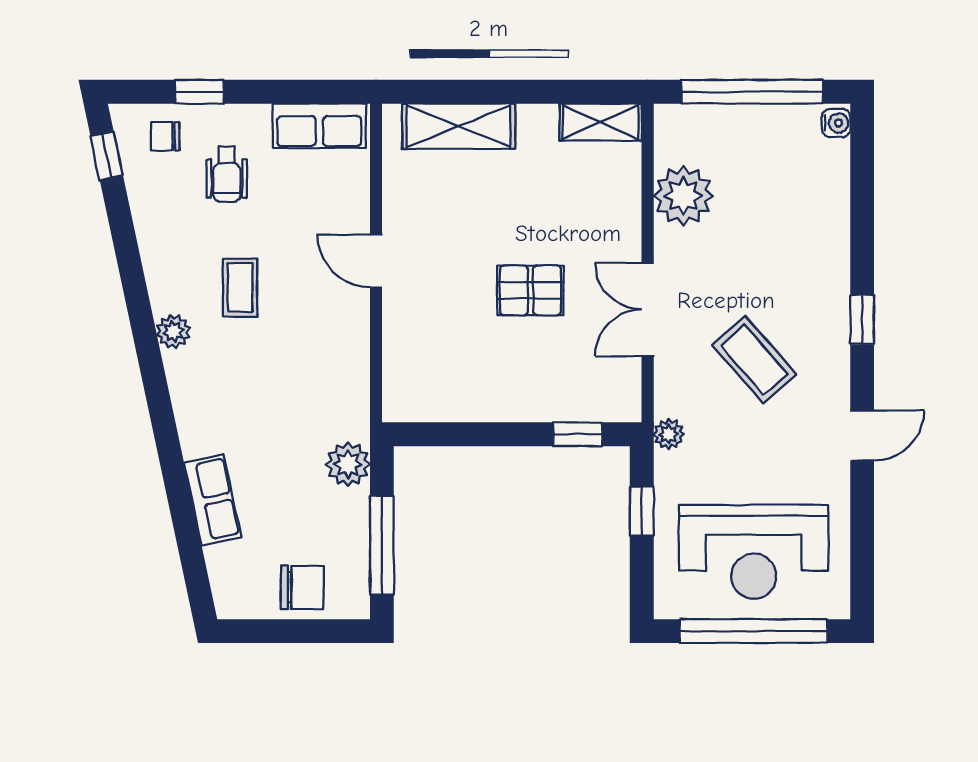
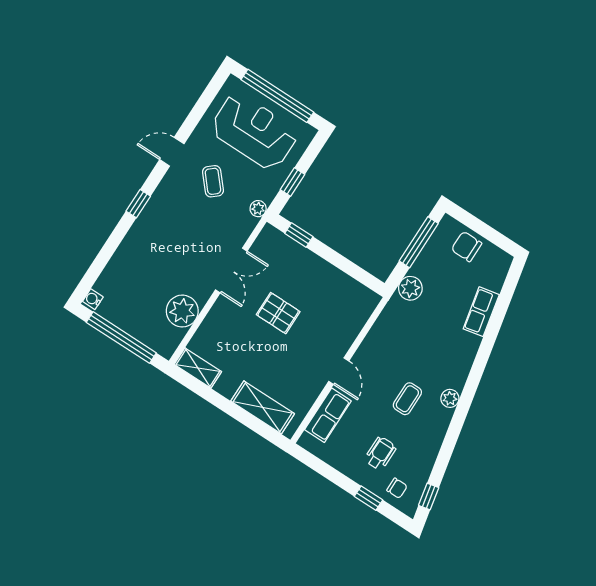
row of seats: (319, 126) -> (328, 415), moved, turned 90
coffee table: (754, 360) -> (213, 181), moved, width x0.73, depth x0.77

